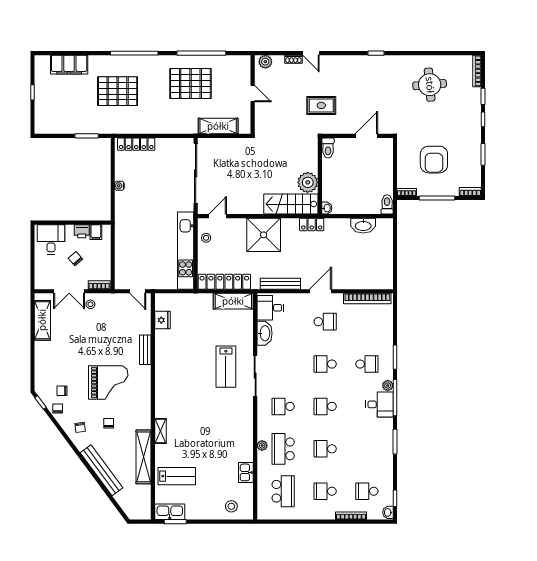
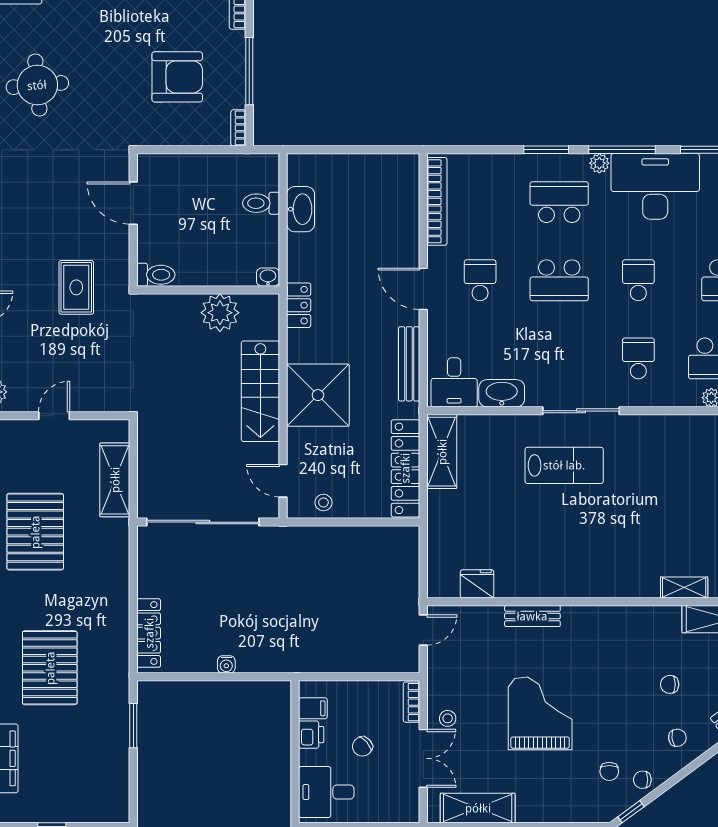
stairs: (291, 204) -> (260, 391), moved
toilet: (387, 204) -> (261, 203), moved
kitchen unit: (186, 251) -> (347, 541), removed
school desk: (325, 364) -> (559, 280), width x1.85
school desk: (367, 364) -> (559, 202), width x1.85
grand piano: (108, 383) -> (540, 713), moved
desk: (379, 404) -> (655, 186), width x1.87, depth x1.30
school desk: (283, 406) -> (638, 358), turned 180
school desk: (325, 406) -> (638, 280), turned 180

